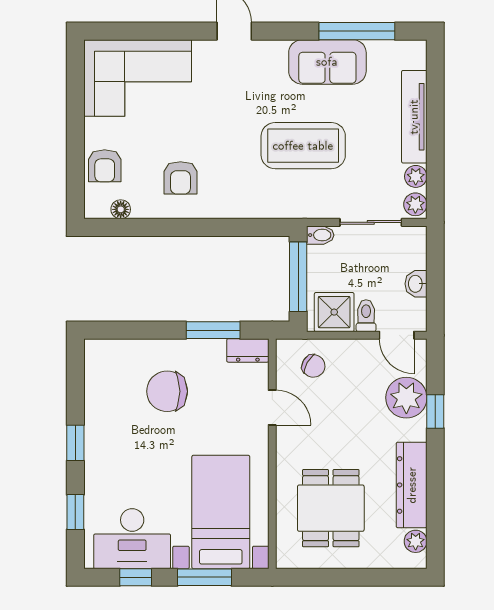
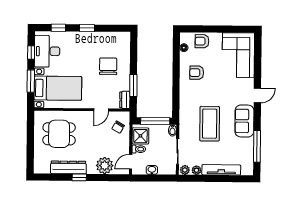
sofa: (327, 62) -> (244, 121), moved
window: (435, 411) -> (79, 177), moved
plant: (416, 541) -> (45, 169), removed

